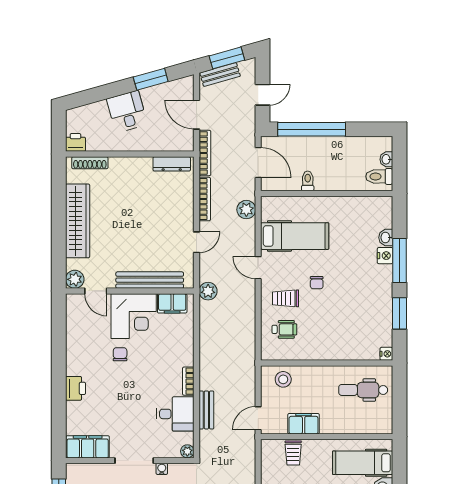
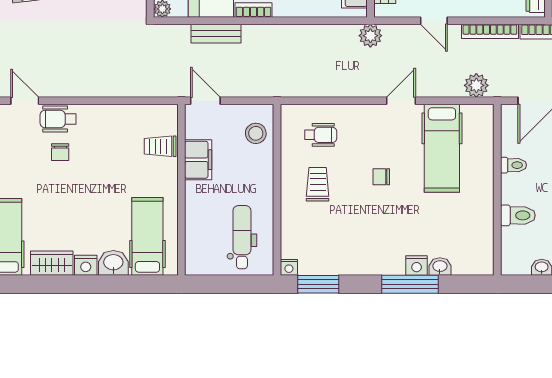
toilet: (379, 176) -> (518, 215), moved, turned 90
trolley: (286, 298) -> (318, 184), moved
window: (399, 313) -> (318, 284), moved
wheelchair: (284, 329) -> (321, 135), turned -90

